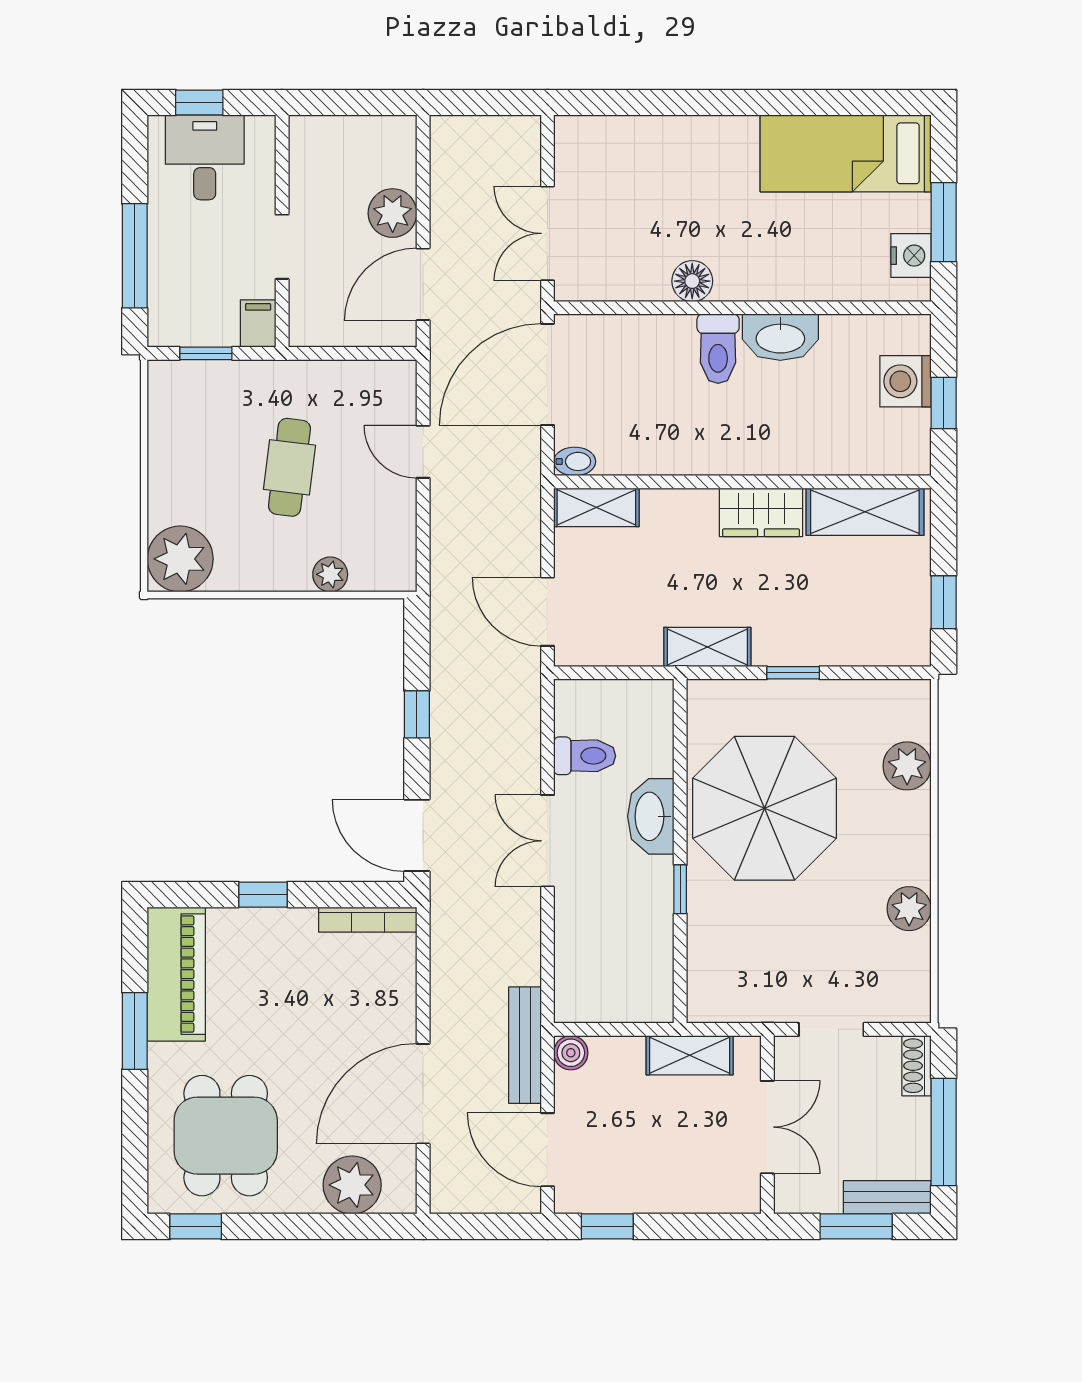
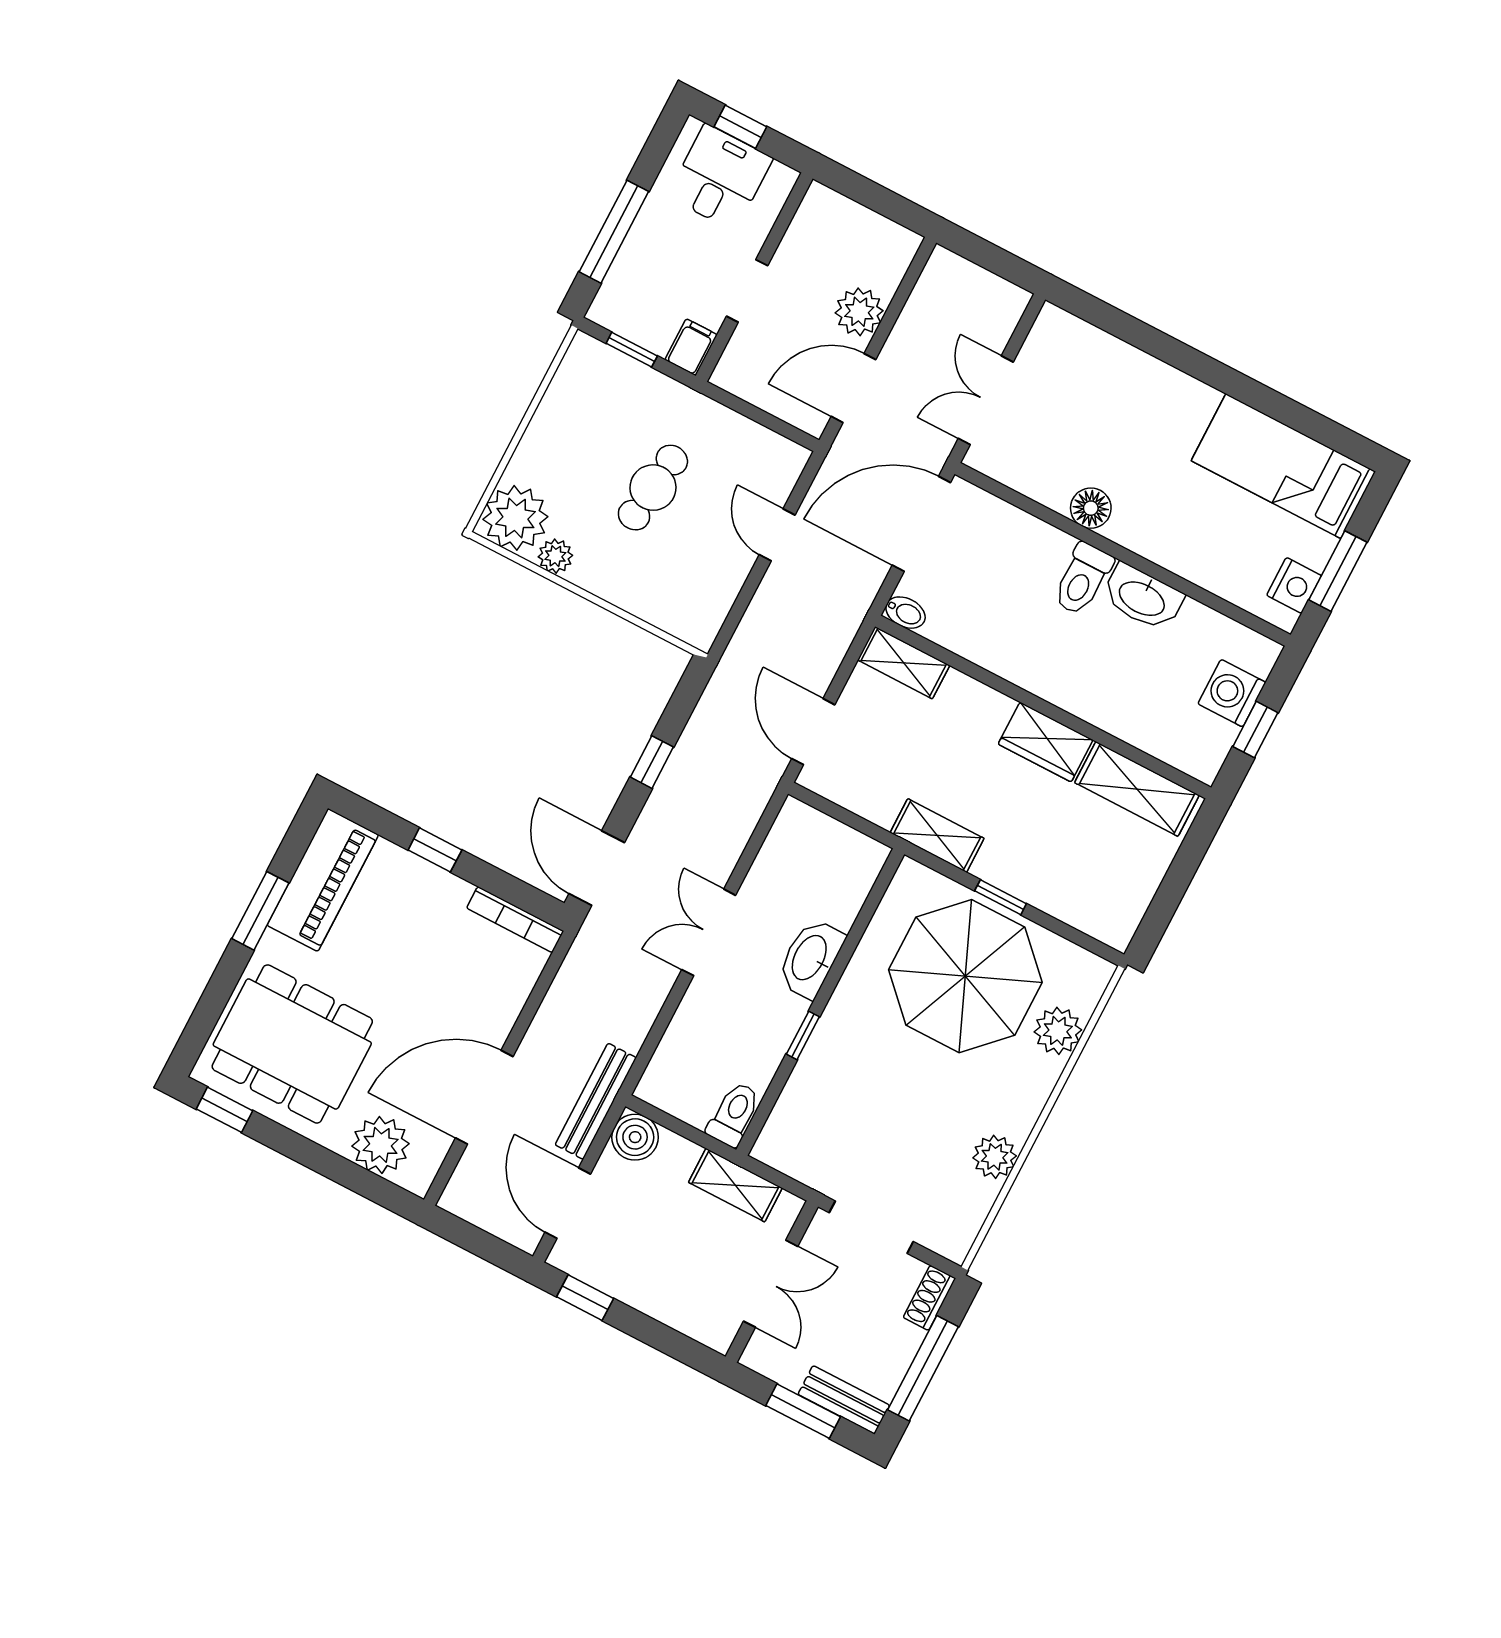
plant: (330, 574) -> (555, 556), moved
window: (944, 602) -> (1165, 904), removed
toilet: (585, 756) -> (734, 1114), moved, turned -90
parasol: (765, 808) -> (965, 976), moved
doorway: (831, 1029) -> (871, 1227), width x1.38
boiler: (571, 1053) -> (635, 1137), width x1.36, depth x1.36
dining table: (226, 1136) -> (292, 1044), width x1.38

